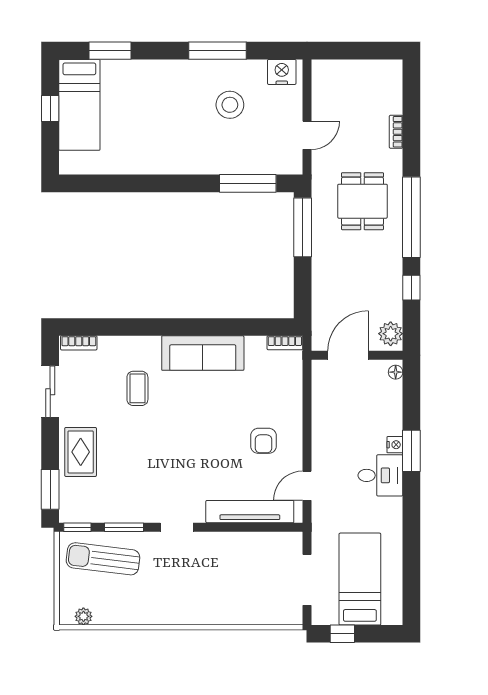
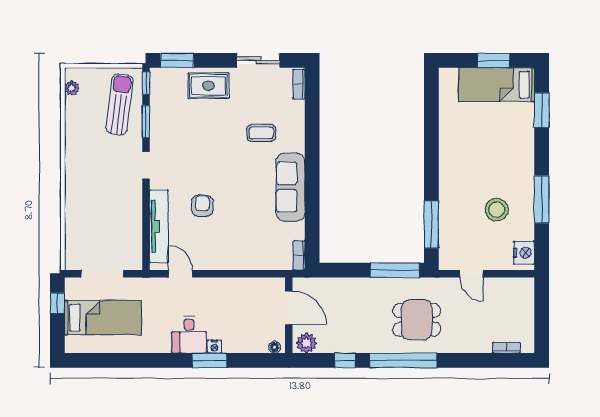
window: (50, 108) -> (494, 60), width x1.50
bookcase: (396, 132) -> (506, 348), moved
armchair: (263, 441) -> (202, 206), moved, turned 93

